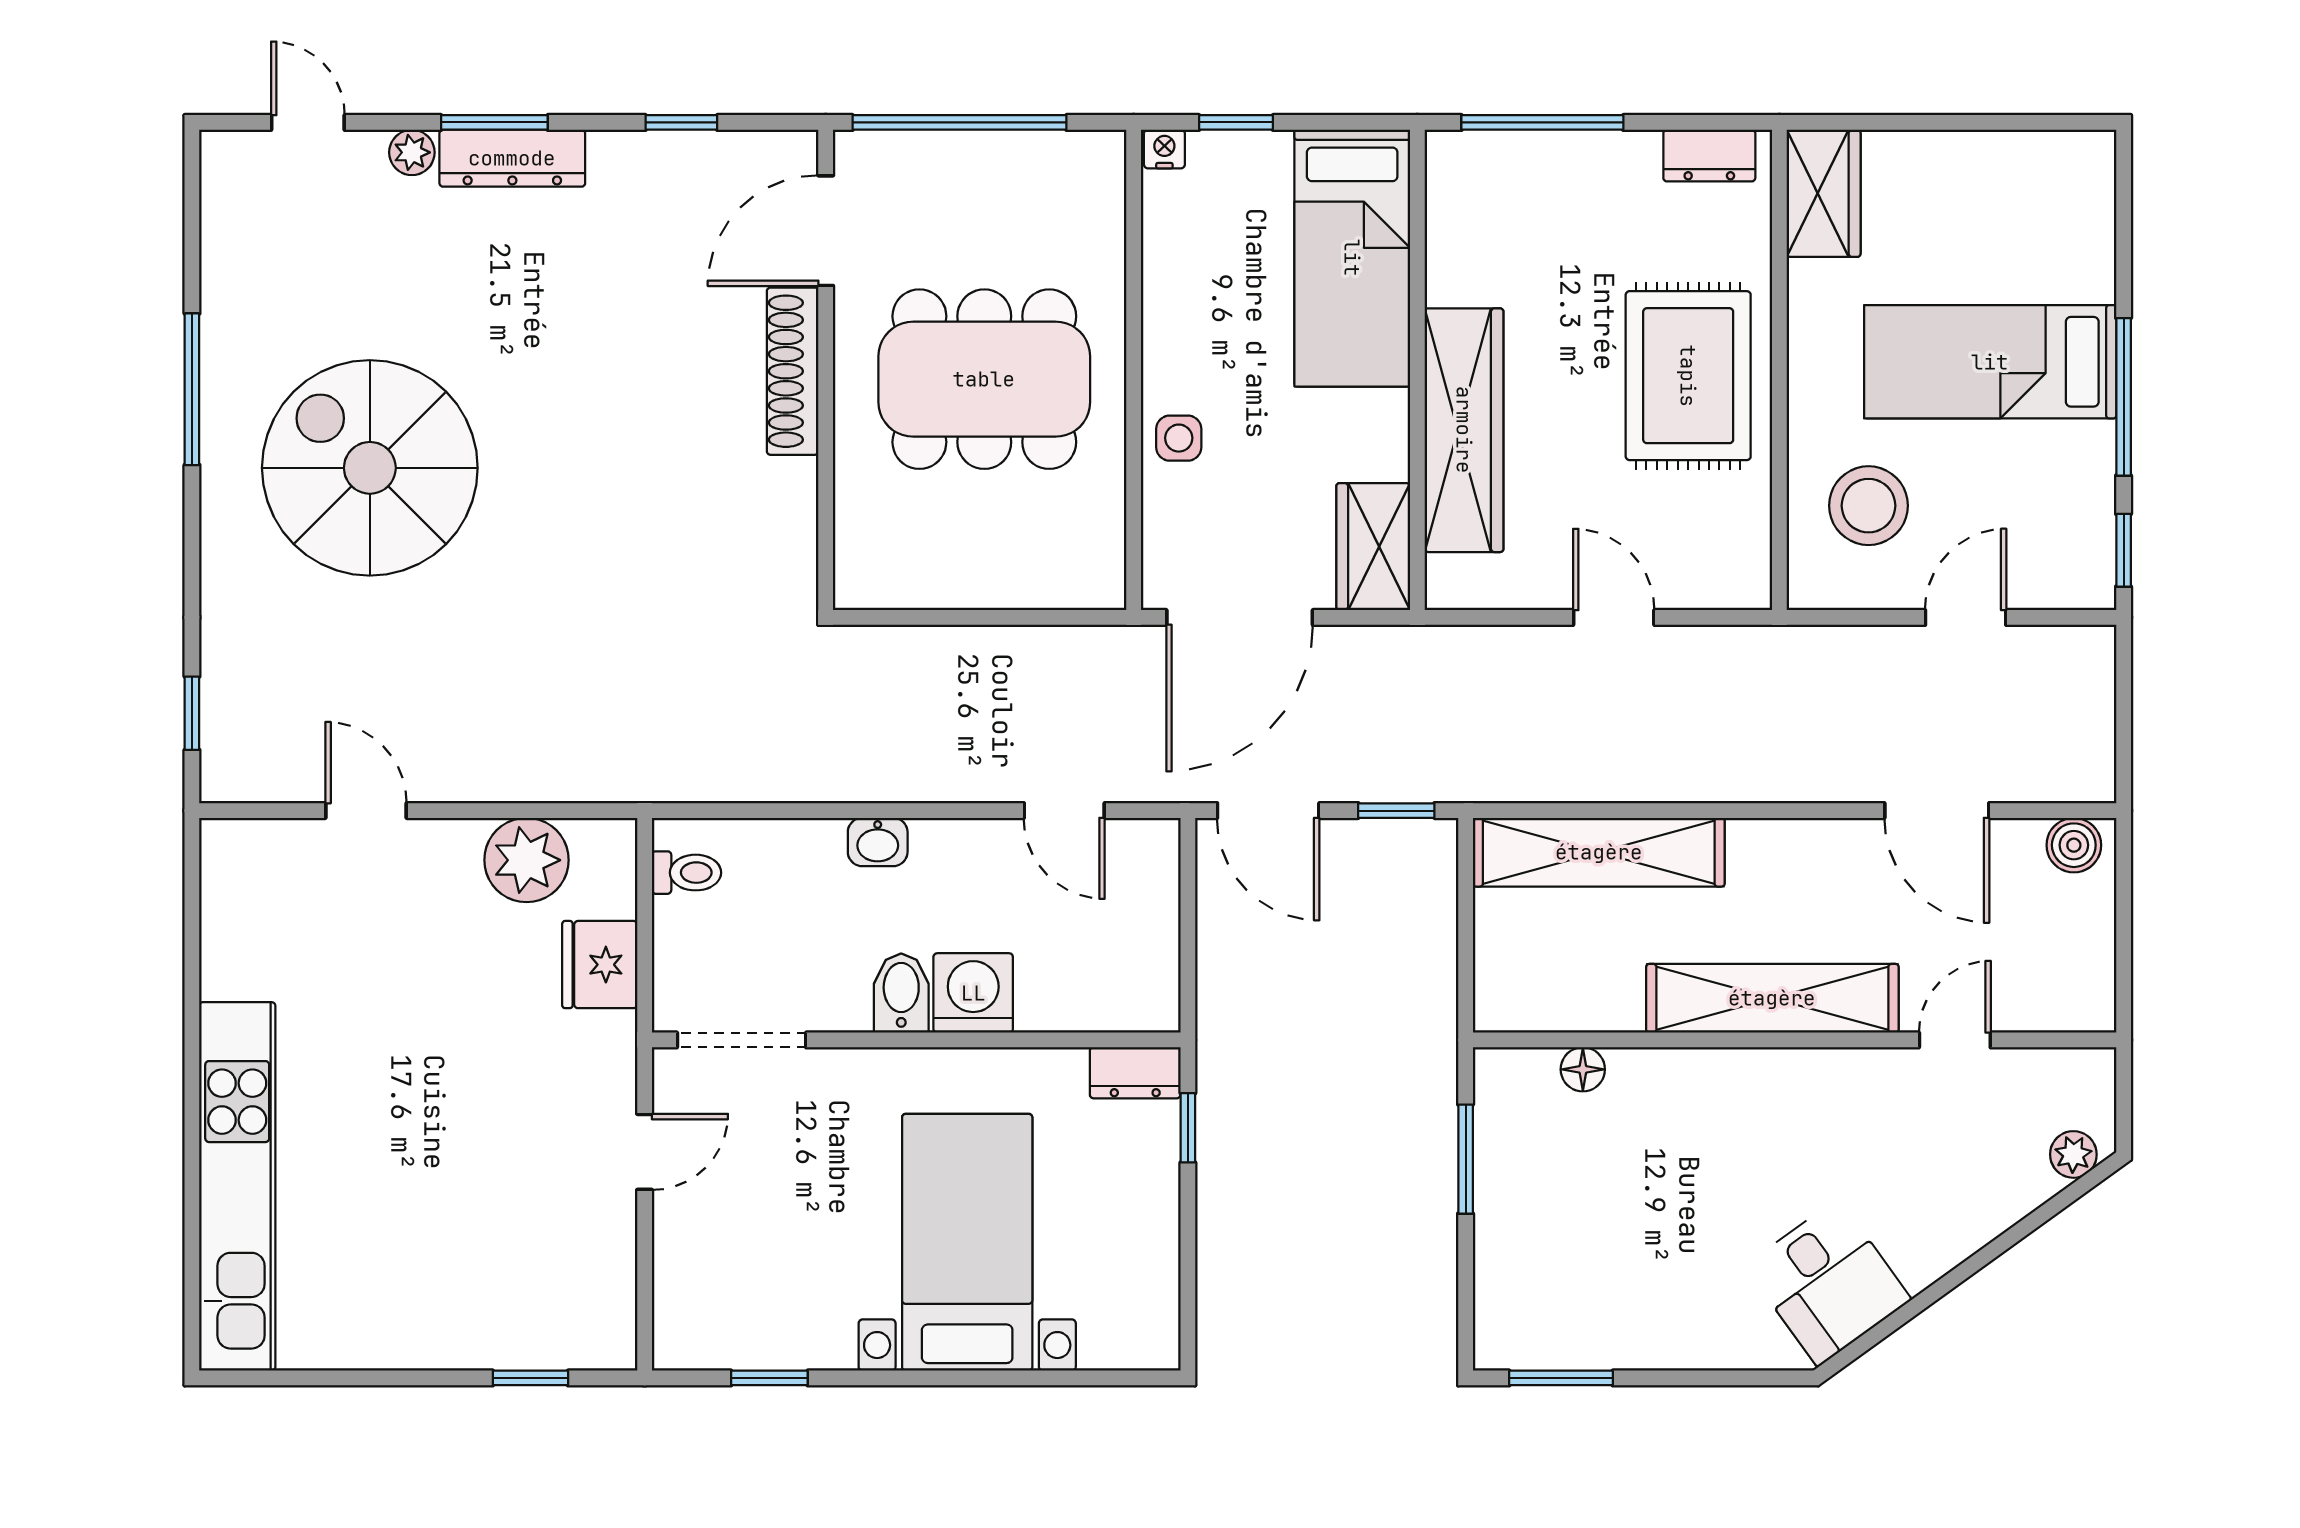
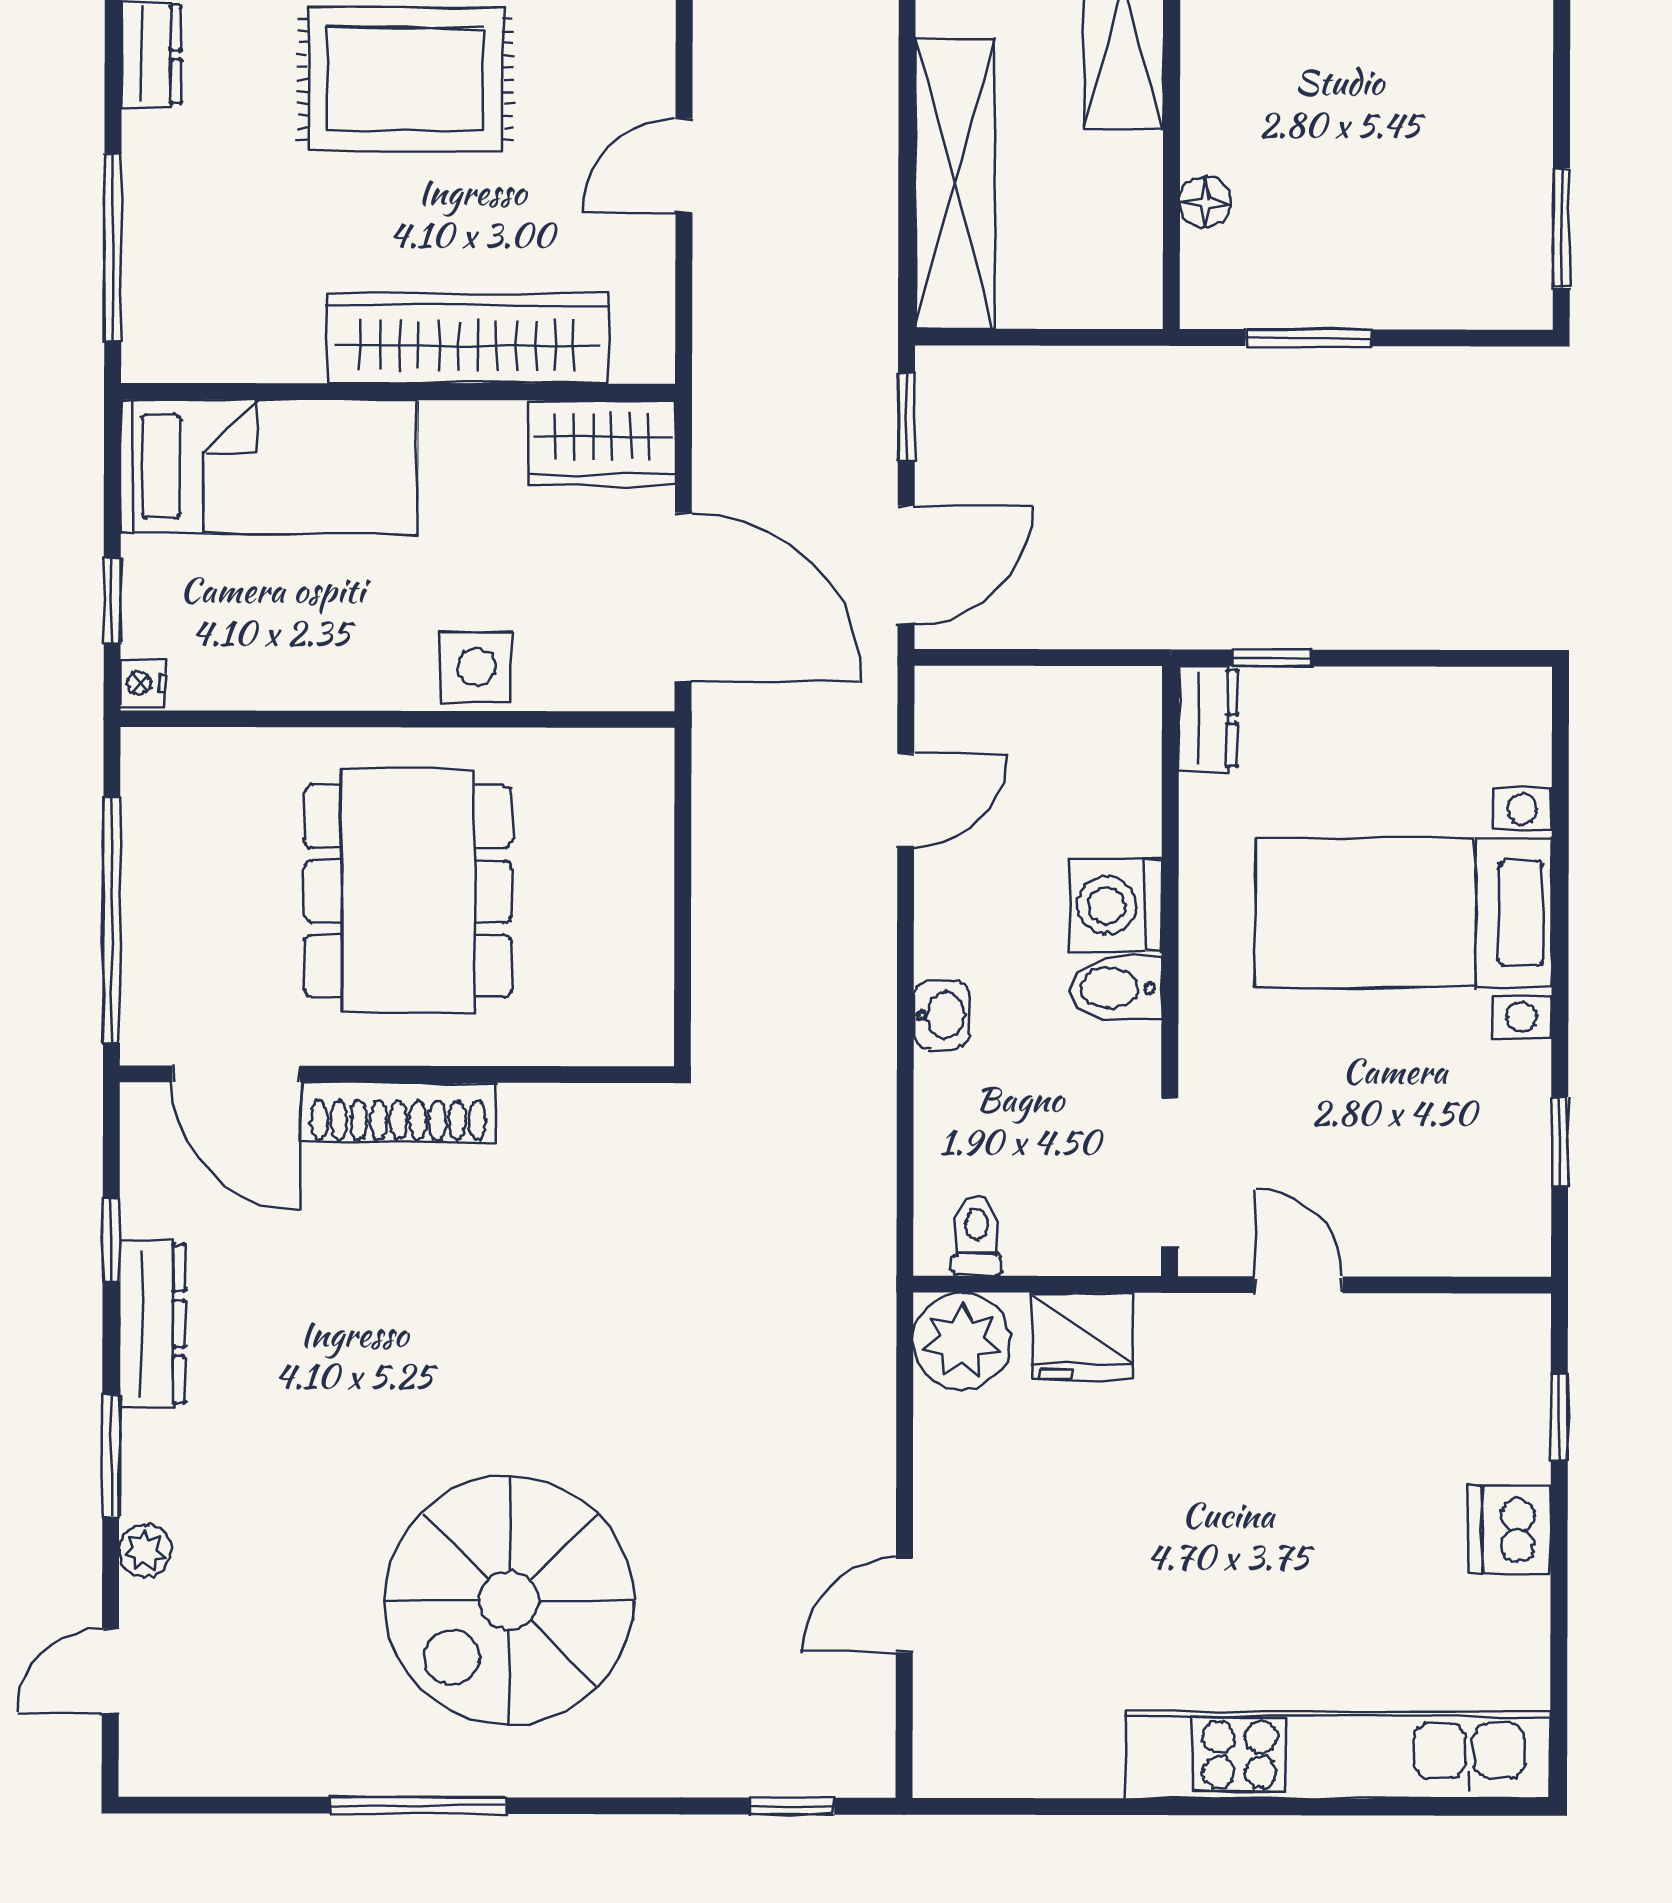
dresser: (512, 158) -> (152, 1324), moved
side table: (1179, 438) -> (476, 667), width x1.37, depth x1.37
plant: (527, 860) -> (962, 1341), moved
dishwasher: (433, 1335) -> (1509, 1530), added

